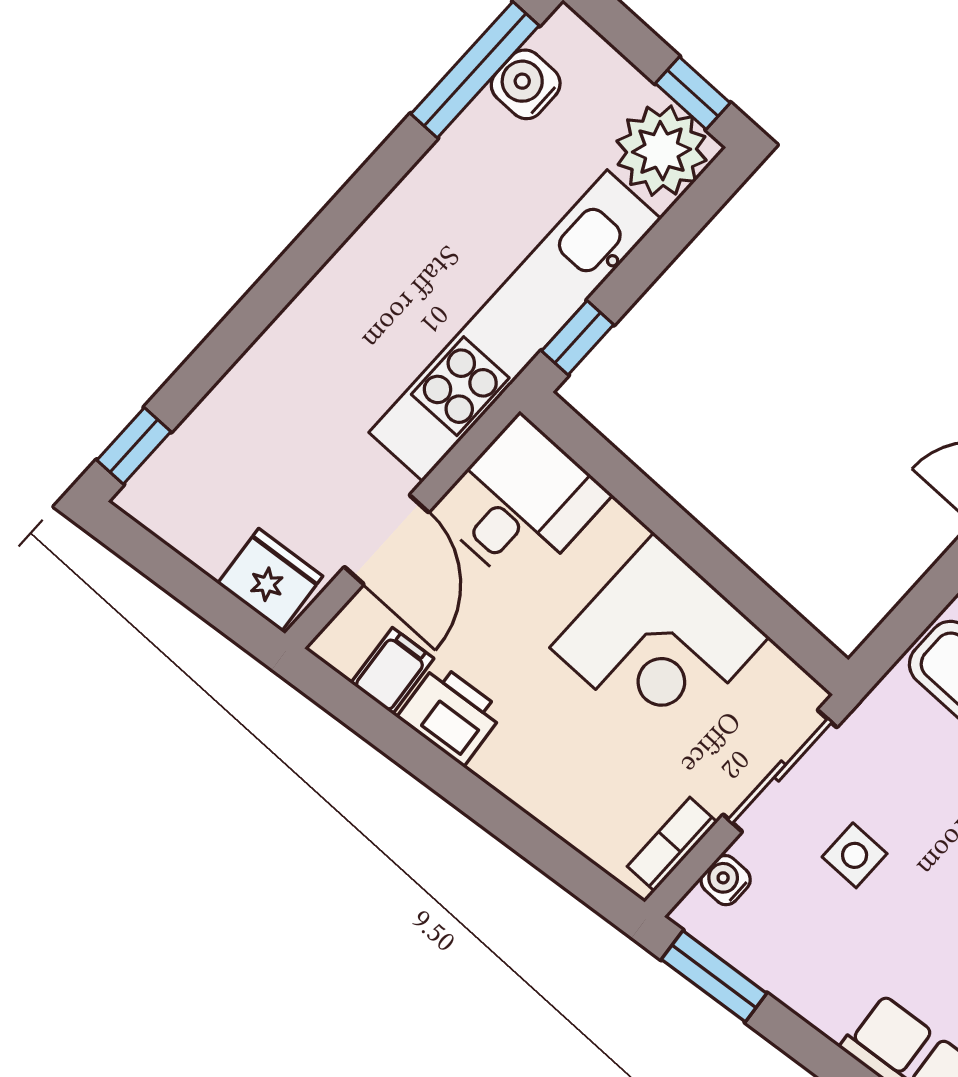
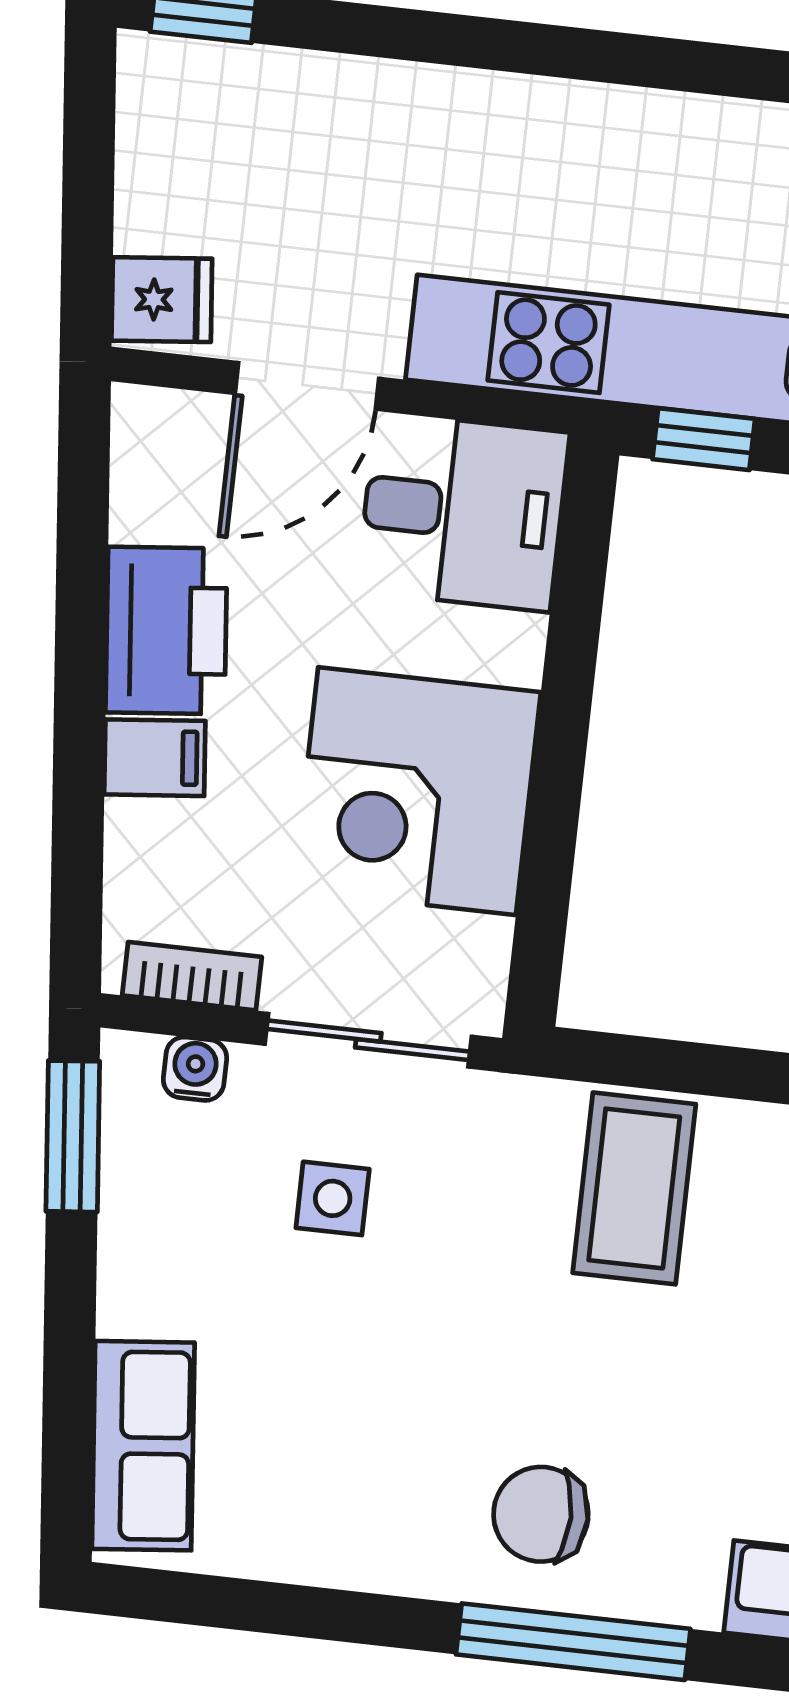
fridge: (270, 580) -> (162, 300), width x0.72
filing cabinet: (392, 671) -> (155, 758), moved
printer: (451, 714) -> (166, 630), width x1.37, depth x1.19

